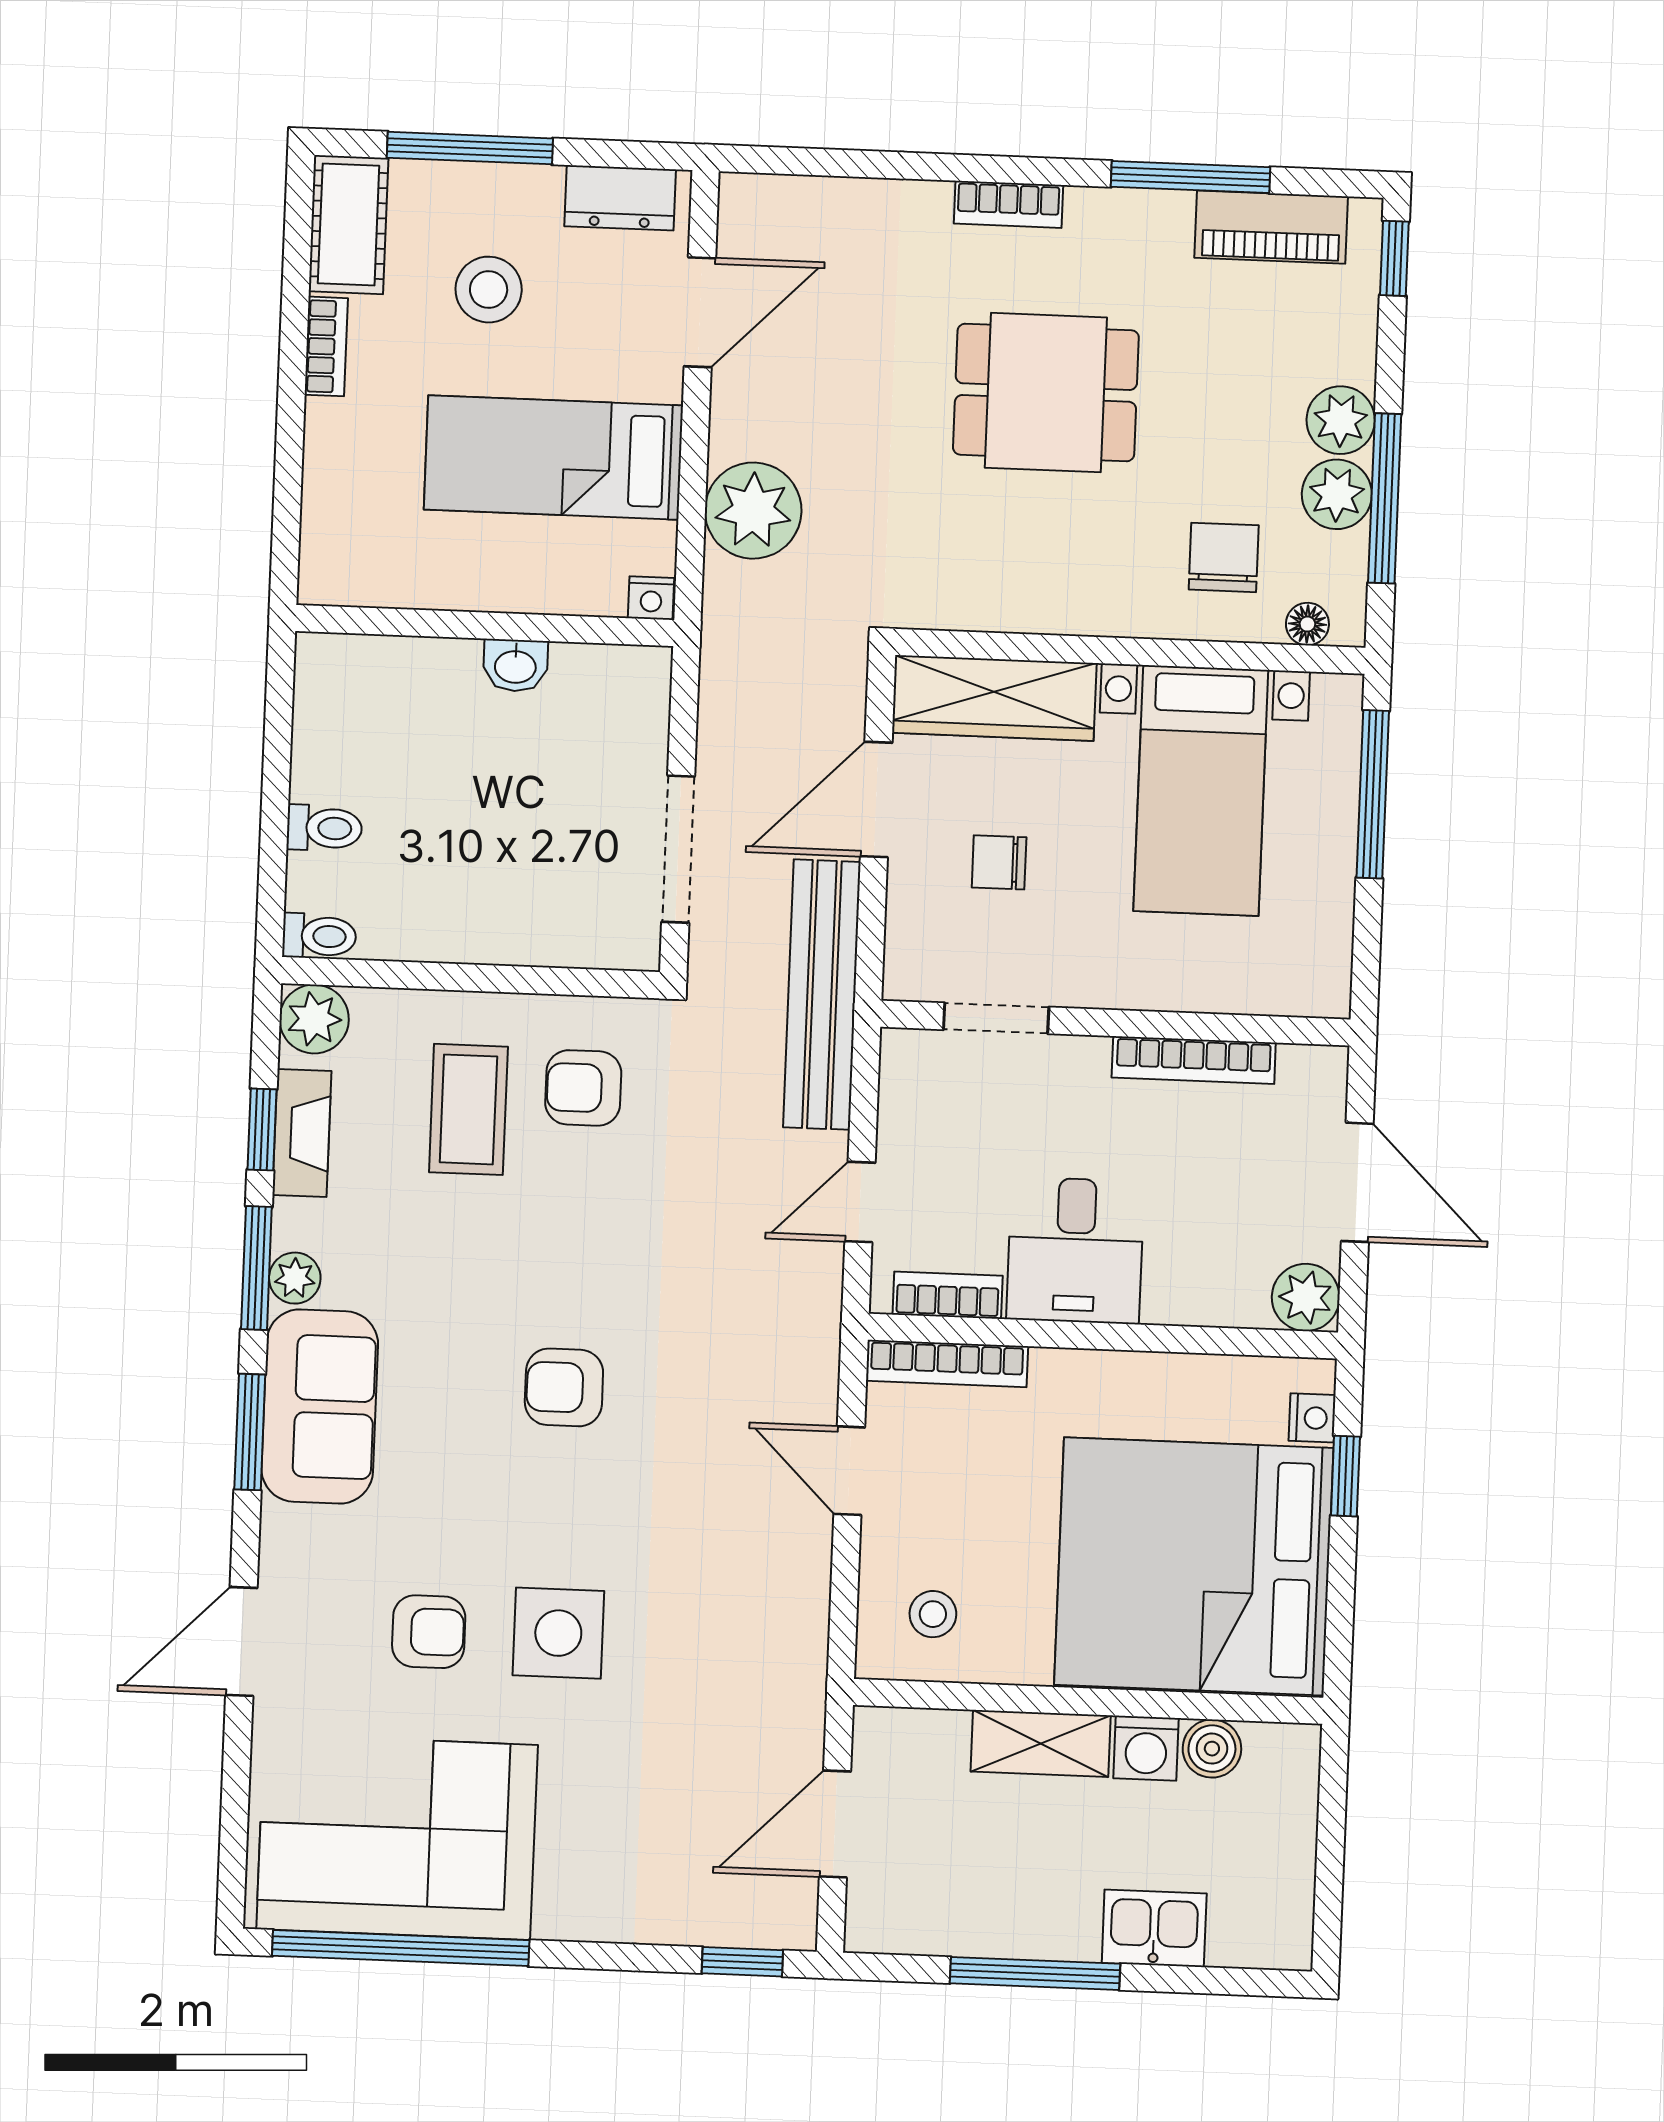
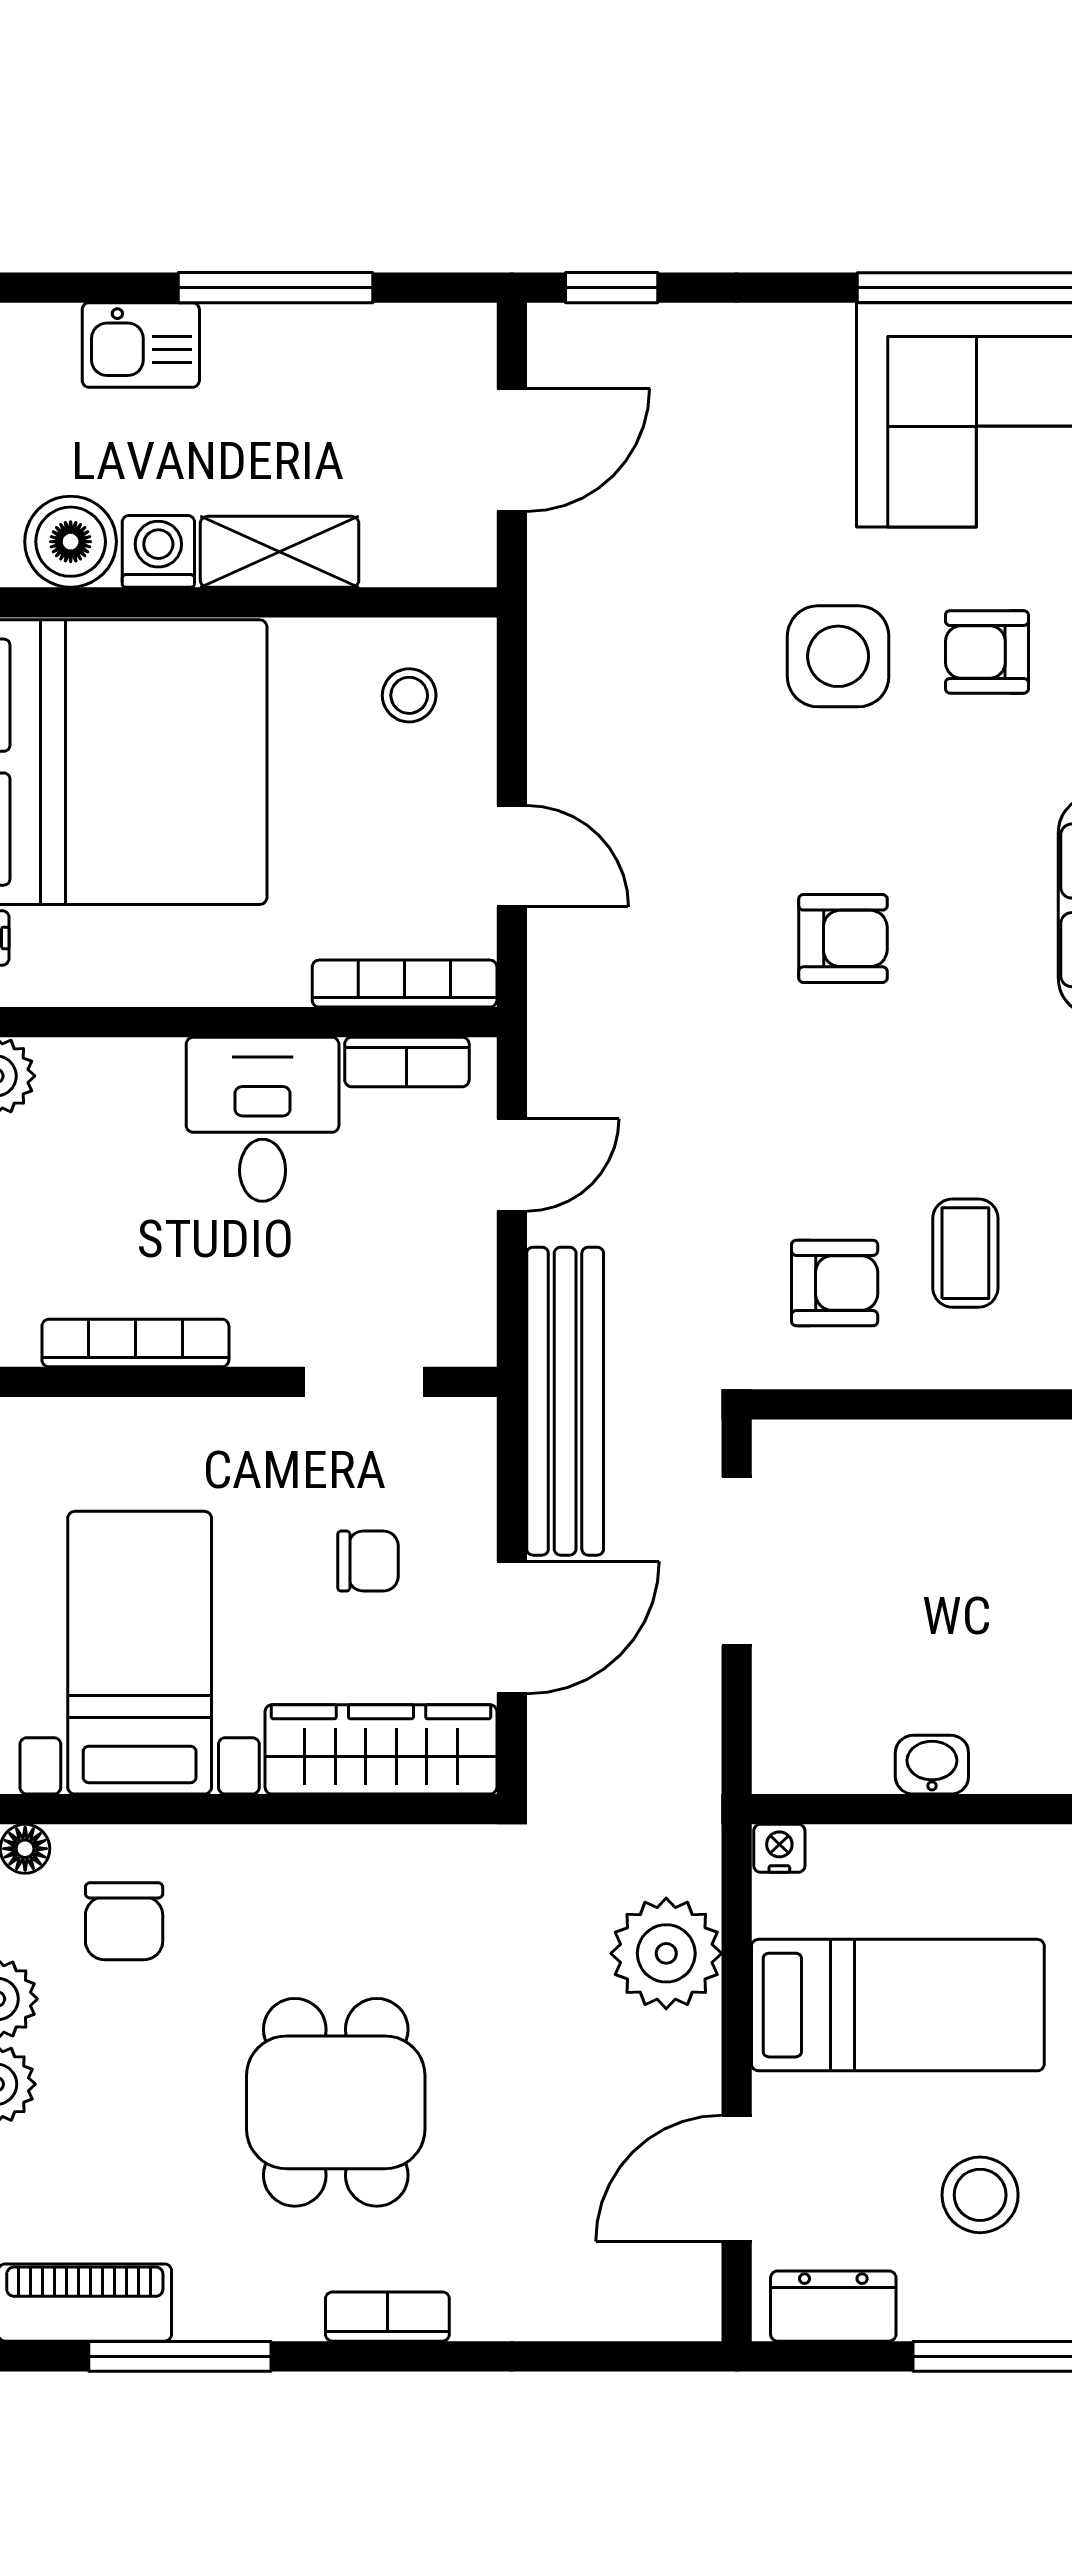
dining table: (1046, 393) -> (336, 2102), turned 90
coffee table: (468, 1109) -> (965, 1253), width x0.73, depth x0.77
boiler: (1212, 1749) -> (71, 542), width x1.36, depth x1.36

